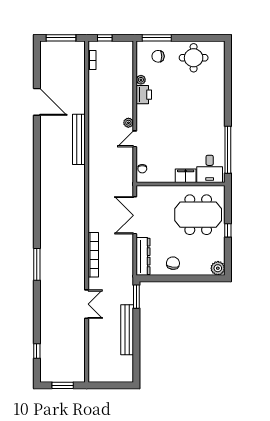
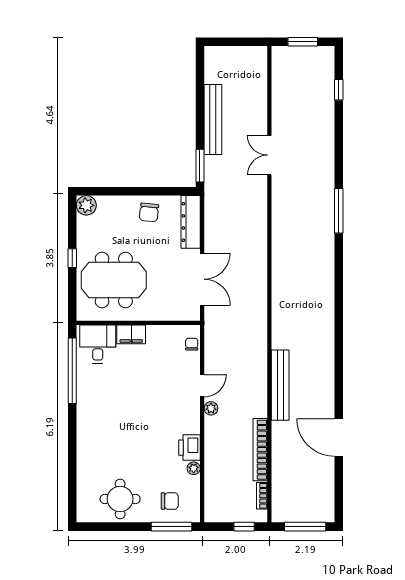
bookcase: (93, 255) -> (260, 450), moved

